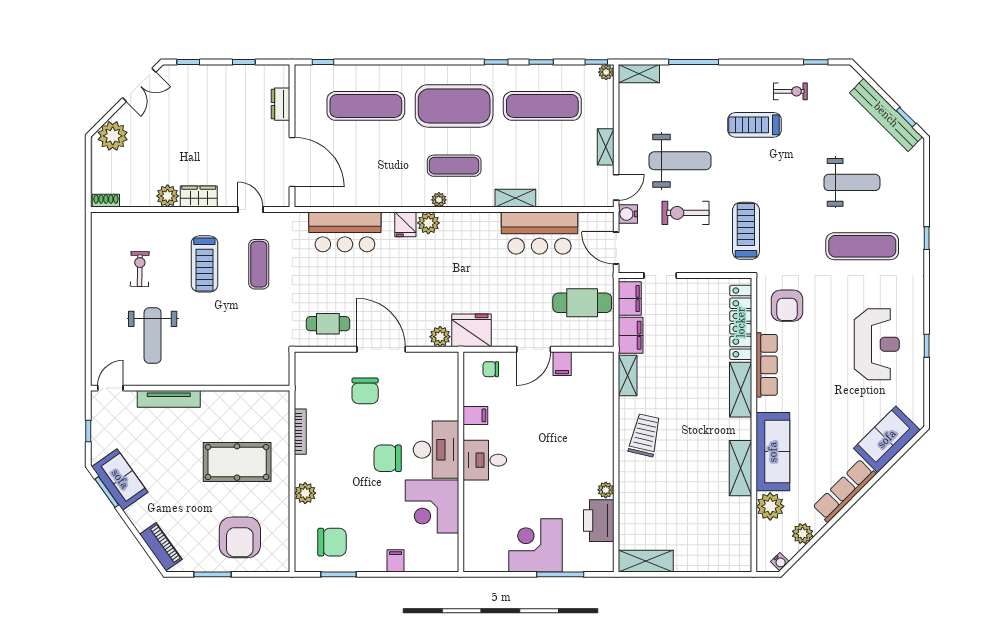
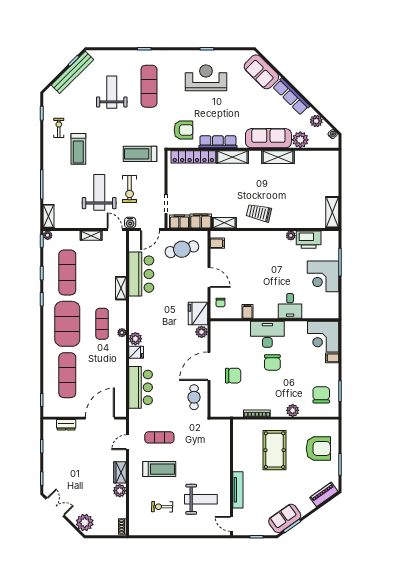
cafe table: (582, 303) -> (182, 249), turned 76
filing cabinet: (562, 364) -> (217, 243), moved
desk: (485, 460) -> (290, 306), moved
corner desk: (432, 507) -> (323, 337), moved, turned 90

